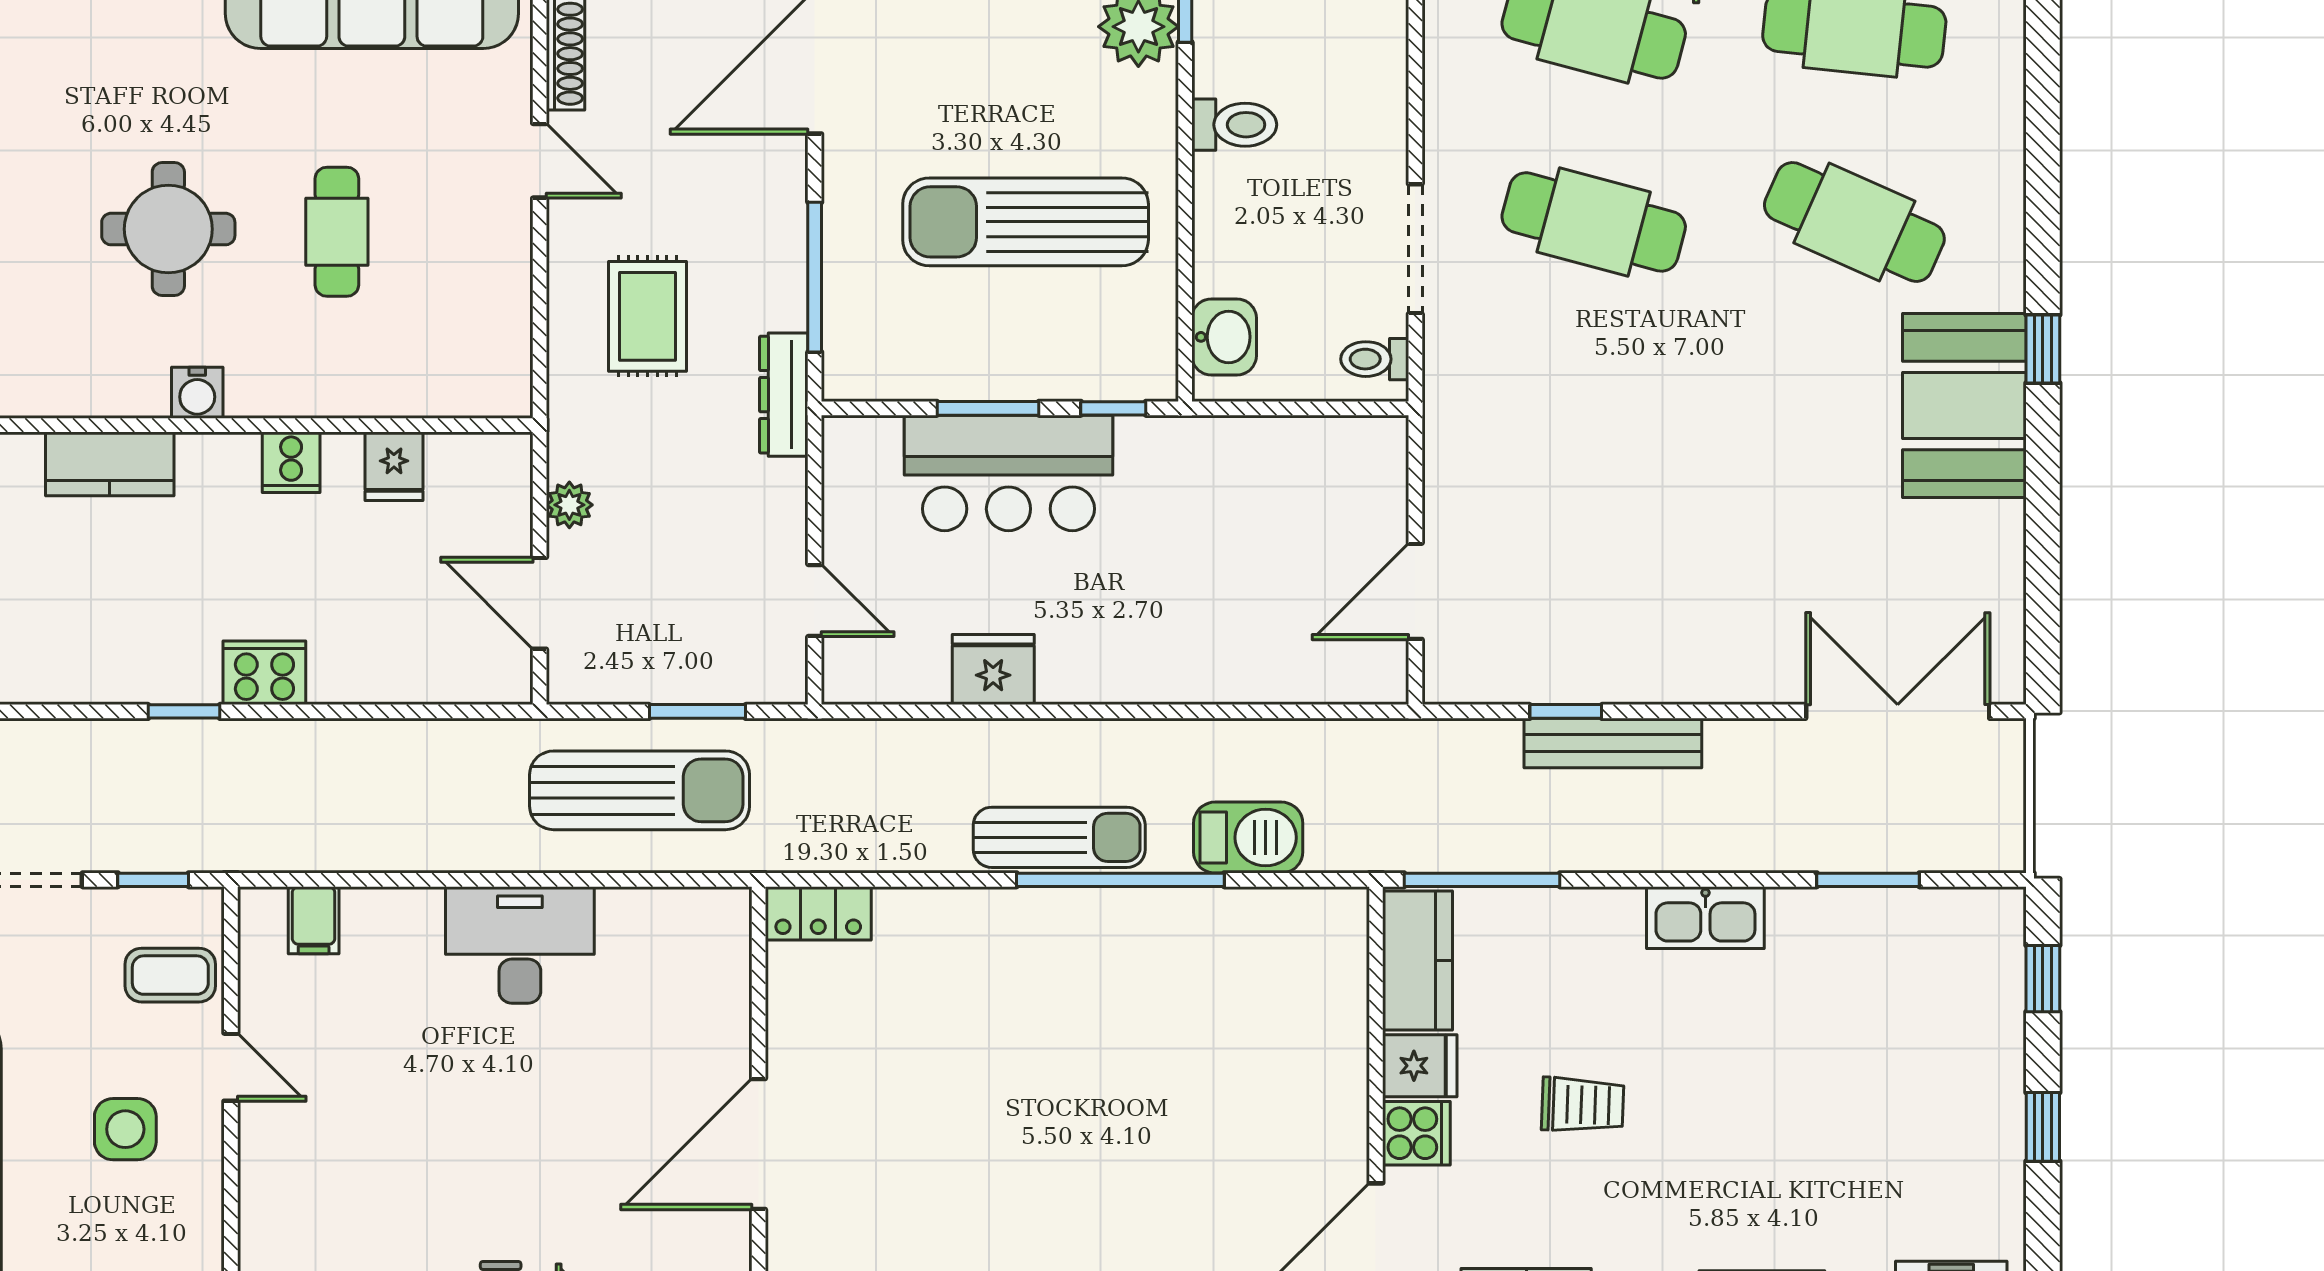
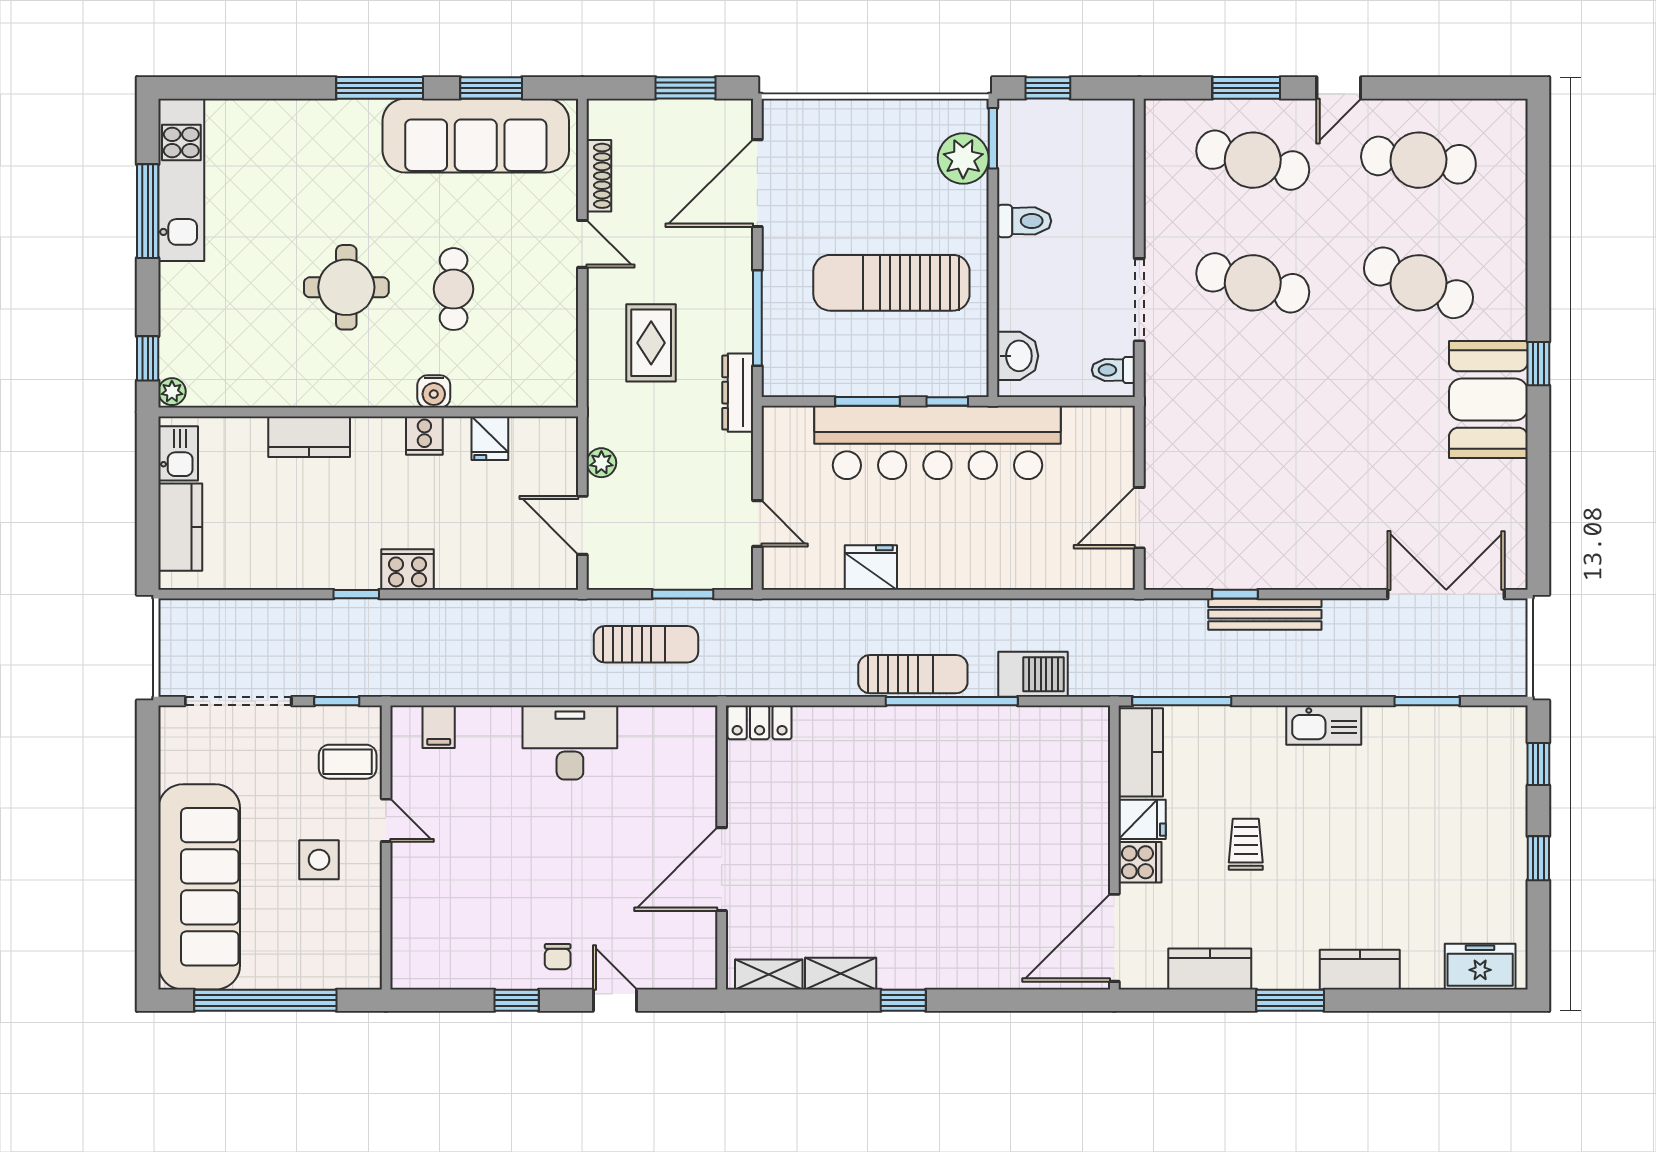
water cooler: (197, 393) -> (434, 391), moved
bar counter: (1008, 473) -> (937, 442), width x1.86
sun lounger: (640, 790) -> (646, 644), width x0.73, depth x0.75
trolley: (1583, 1105) -> (1246, 844), turned -92

